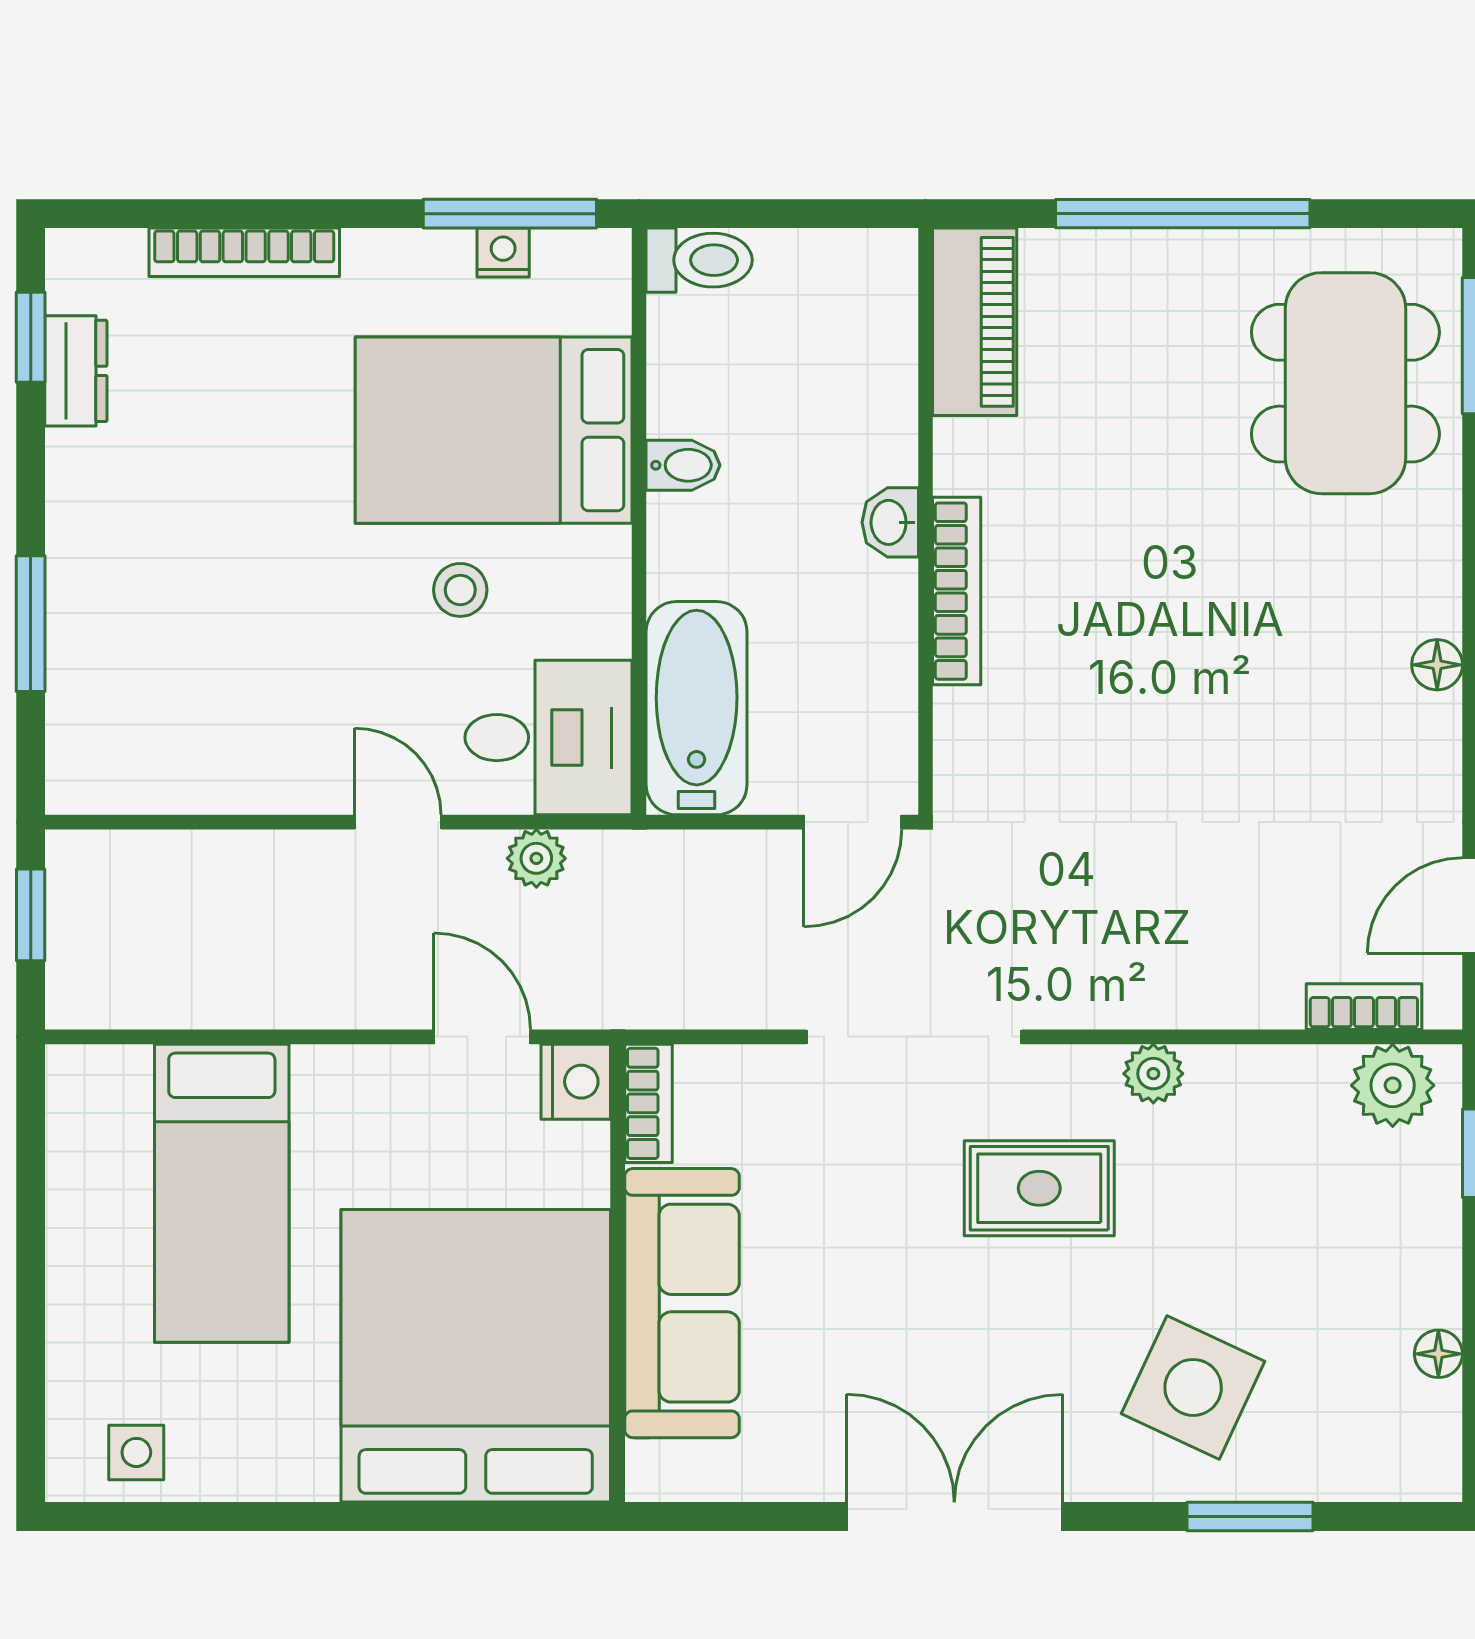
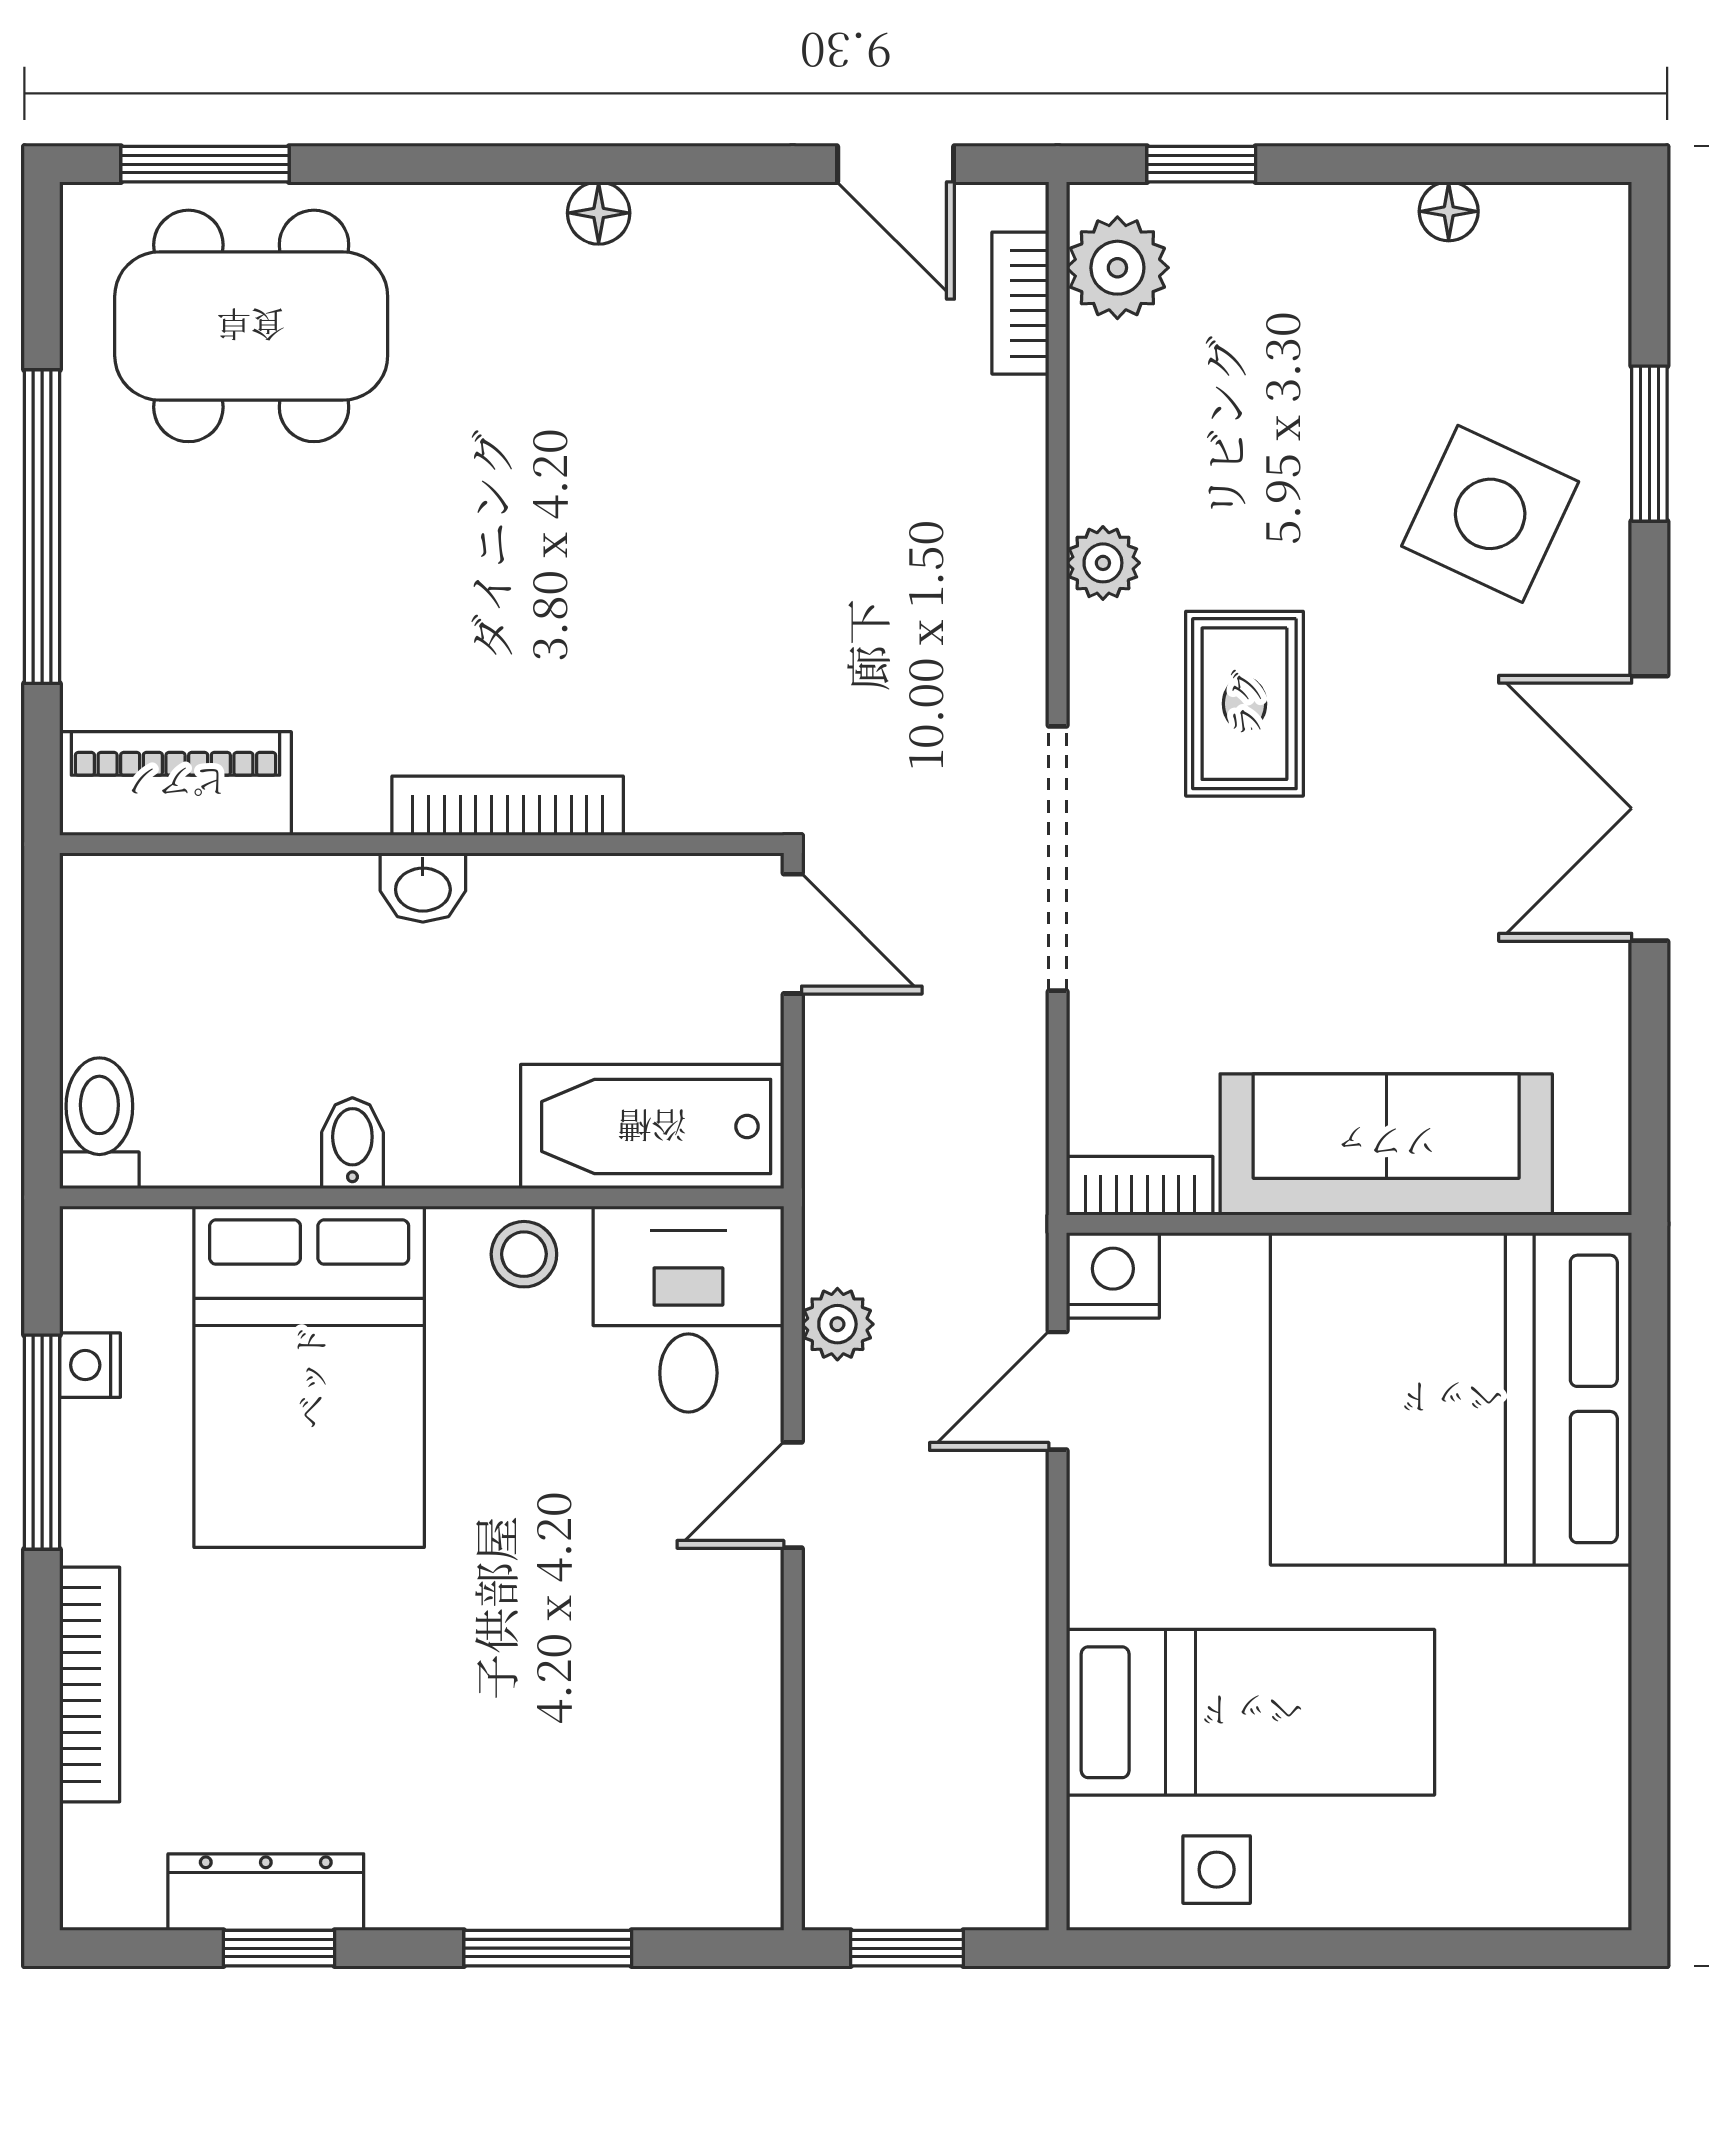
window: (510, 214) -> (42, 1442), moved
window: (31, 337) -> (279, 1948), moved
dresser: (76, 371) -> (266, 1892), width x1.44
stool: (460, 590) -> (524, 1254), moved
side table: (136, 1452) -> (1217, 1870), moved

